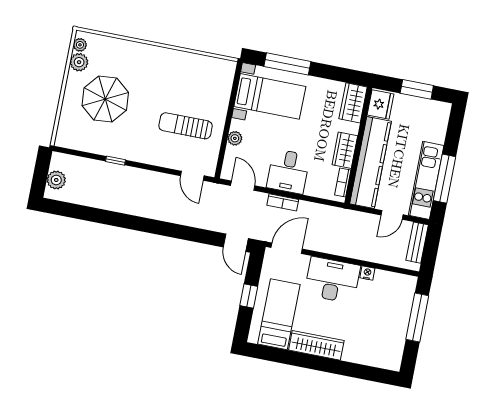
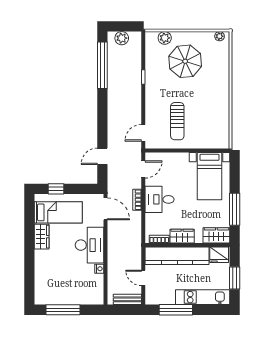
plant: (79, 62) -> (165, 38), moved
window: (287, 64) -> (235, 209), moved
sun lounger: (186, 126) -> (177, 121), turned 180
plant: (235, 138) -> (175, 157), removed
kitchen unit: (426, 180) -> (203, 297), moved
window: (88, 214) -> (102, 65), added
door: (236, 243) -> (102, 156), moved
window: (249, 296) -> (56, 189), moved
window: (417, 318) -> (63, 310), moved
wardrobe: (316, 345) -> (42, 237), width x0.67

